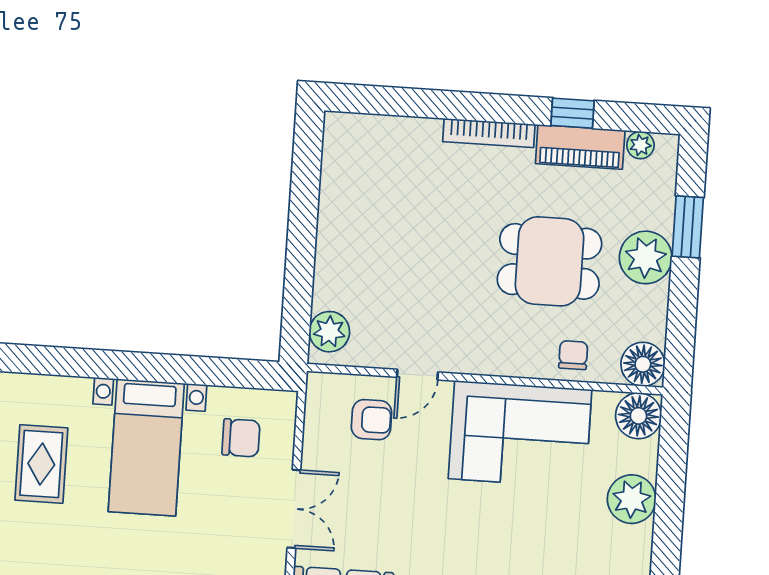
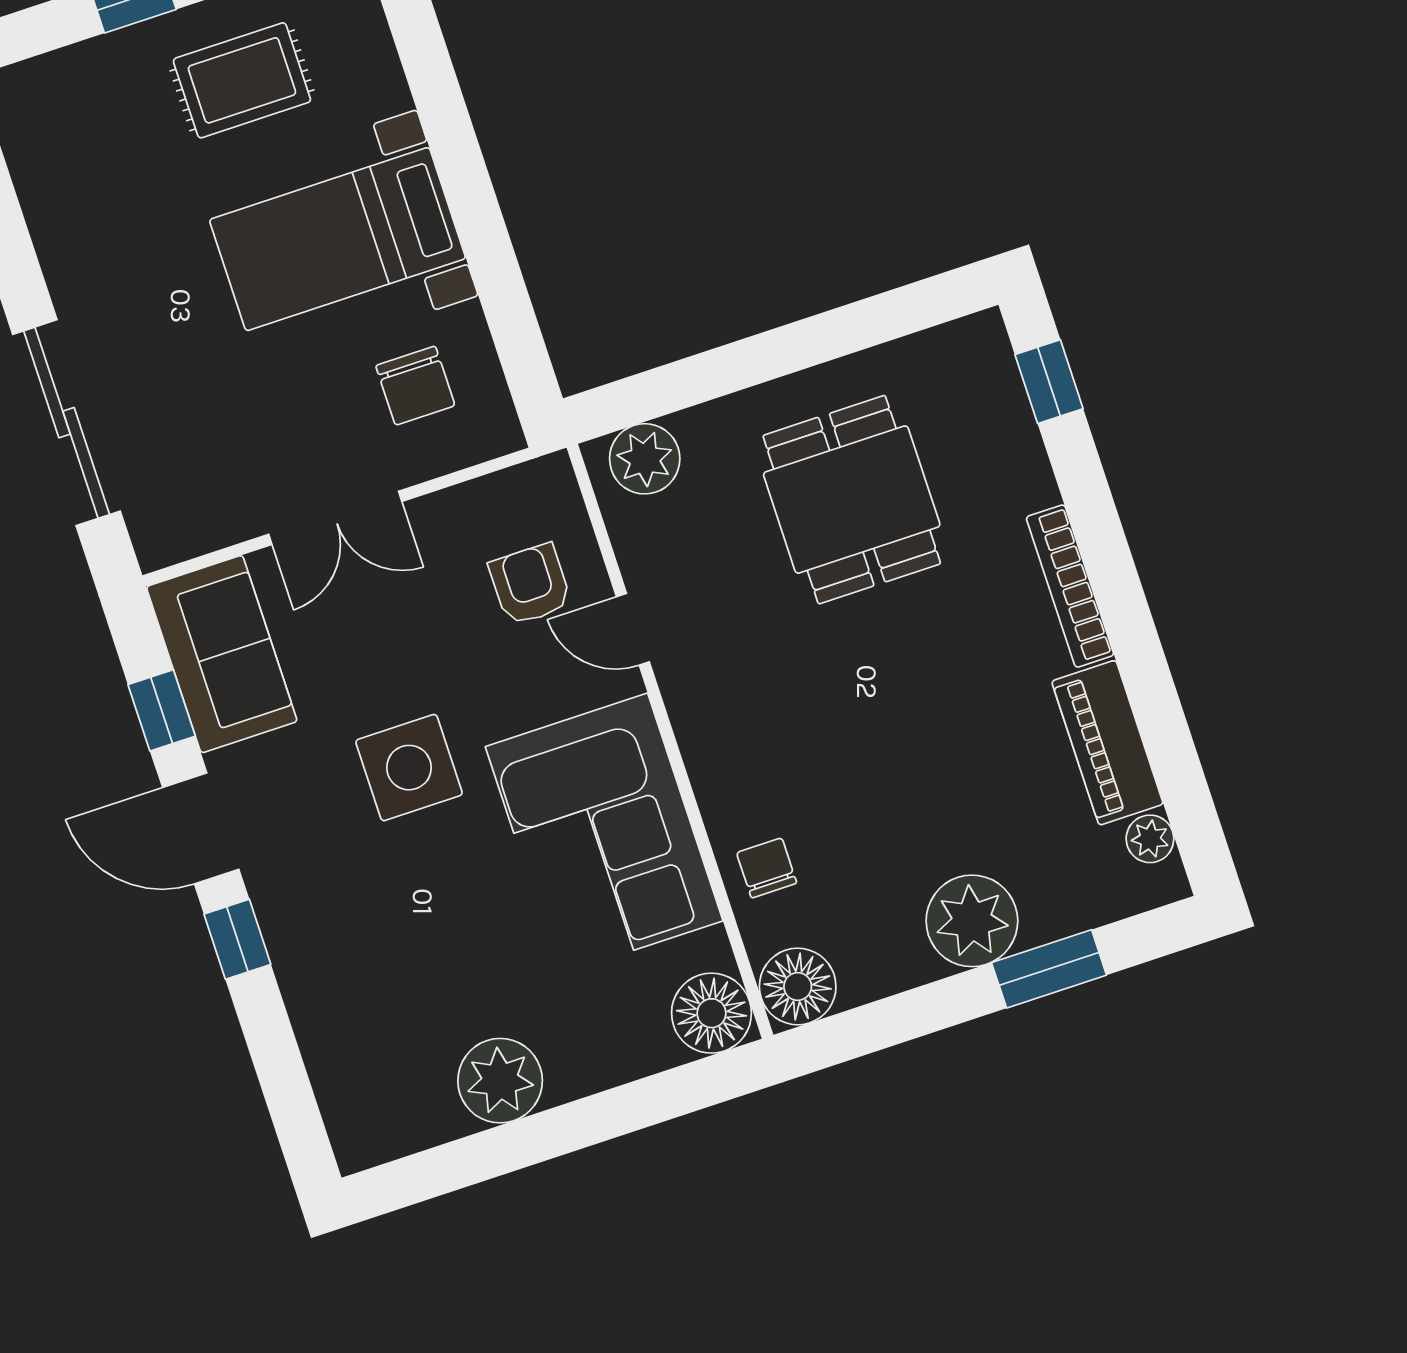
window: (573, 113) -> (1049, 382), moved
dining table: (549, 261) -> (852, 500), moved
chair: (573, 355) -> (767, 868), turned -90
armchair: (371, 420) -> (530, 585), turned 180
plant: (632, 499) -> (500, 1081), moved
side table: (443, 524) -> (409, 768), added

